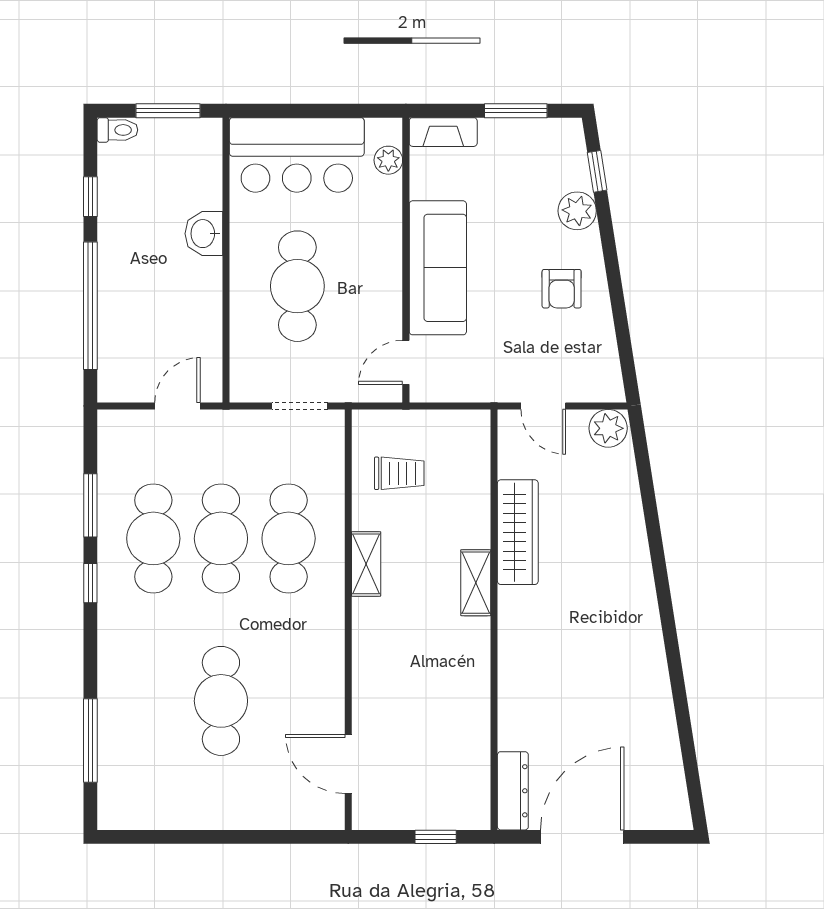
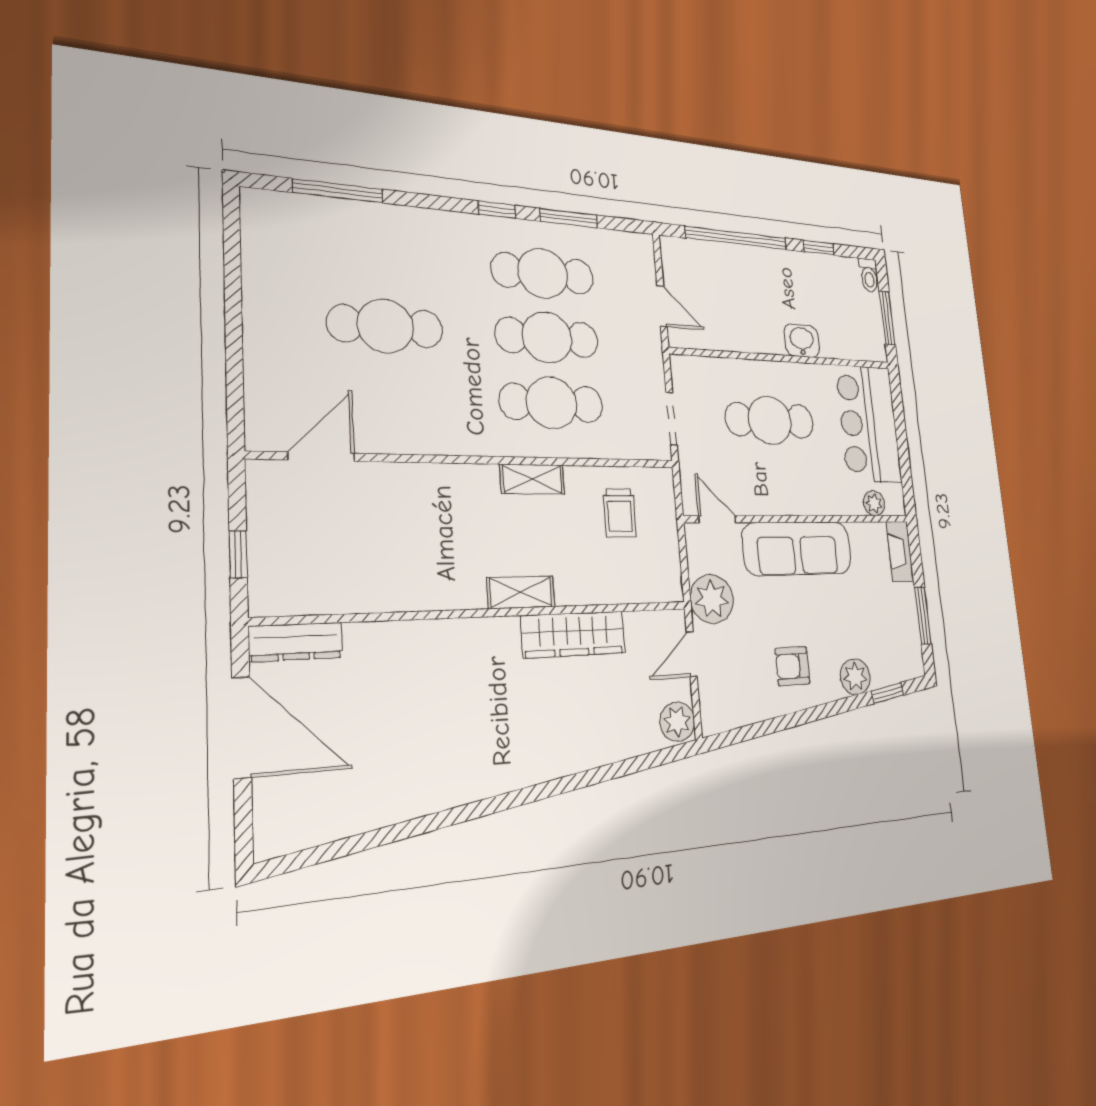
plant: (489, 378) -> (712, 599), added

